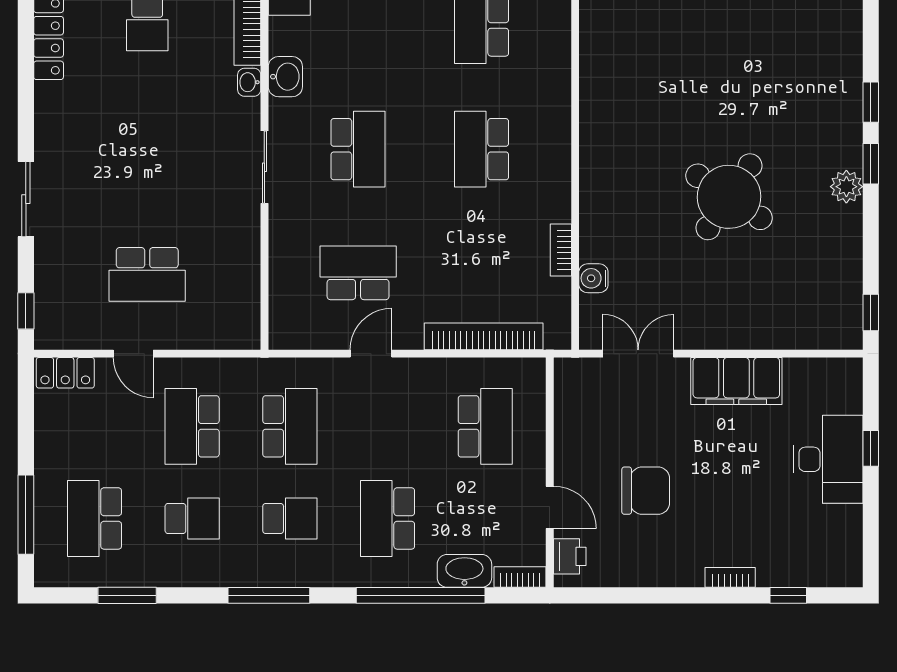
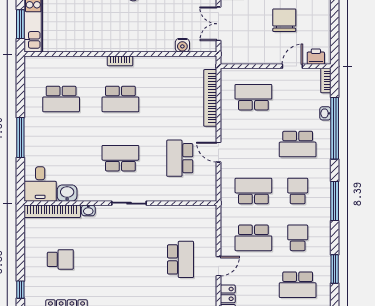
washbasin: (285, 77) -> (67, 193), moved
bookcase: (561, 250) -> (120, 61), moved
washbasin: (464, 571) -> (325, 113), width x0.52, depth x0.69

